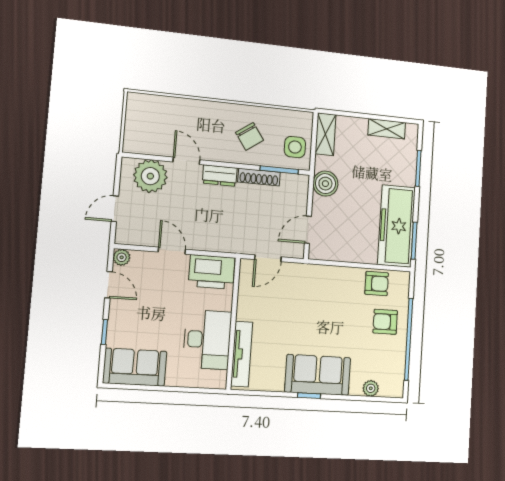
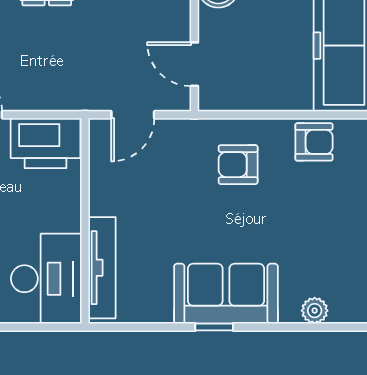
door: (308, 230) -> (194, 64), hinge flipped
armchair: (385, 322) -> (238, 165), moved
desk: (207, 340) -> (46, 279), moved

